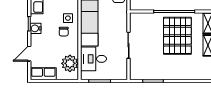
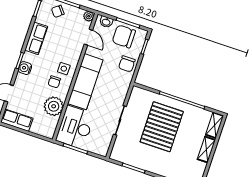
pallet: (177, 36) -> (162, 127), moved
desk: (94, 59) -> (75, 127), width x1.37
plant: (70, 63) -> (54, 106), moved

